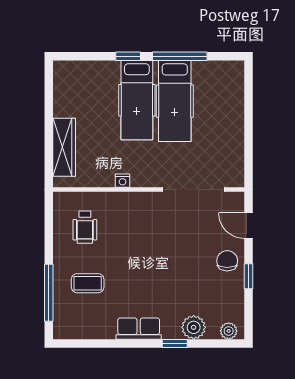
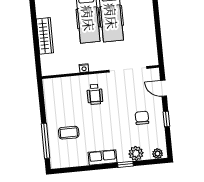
wardrobe: (64, 147) -> (45, 36), moved
wheelchair: (85, 227) -> (95, 94), moved
chair: (227, 261) -> (142, 118), moved

